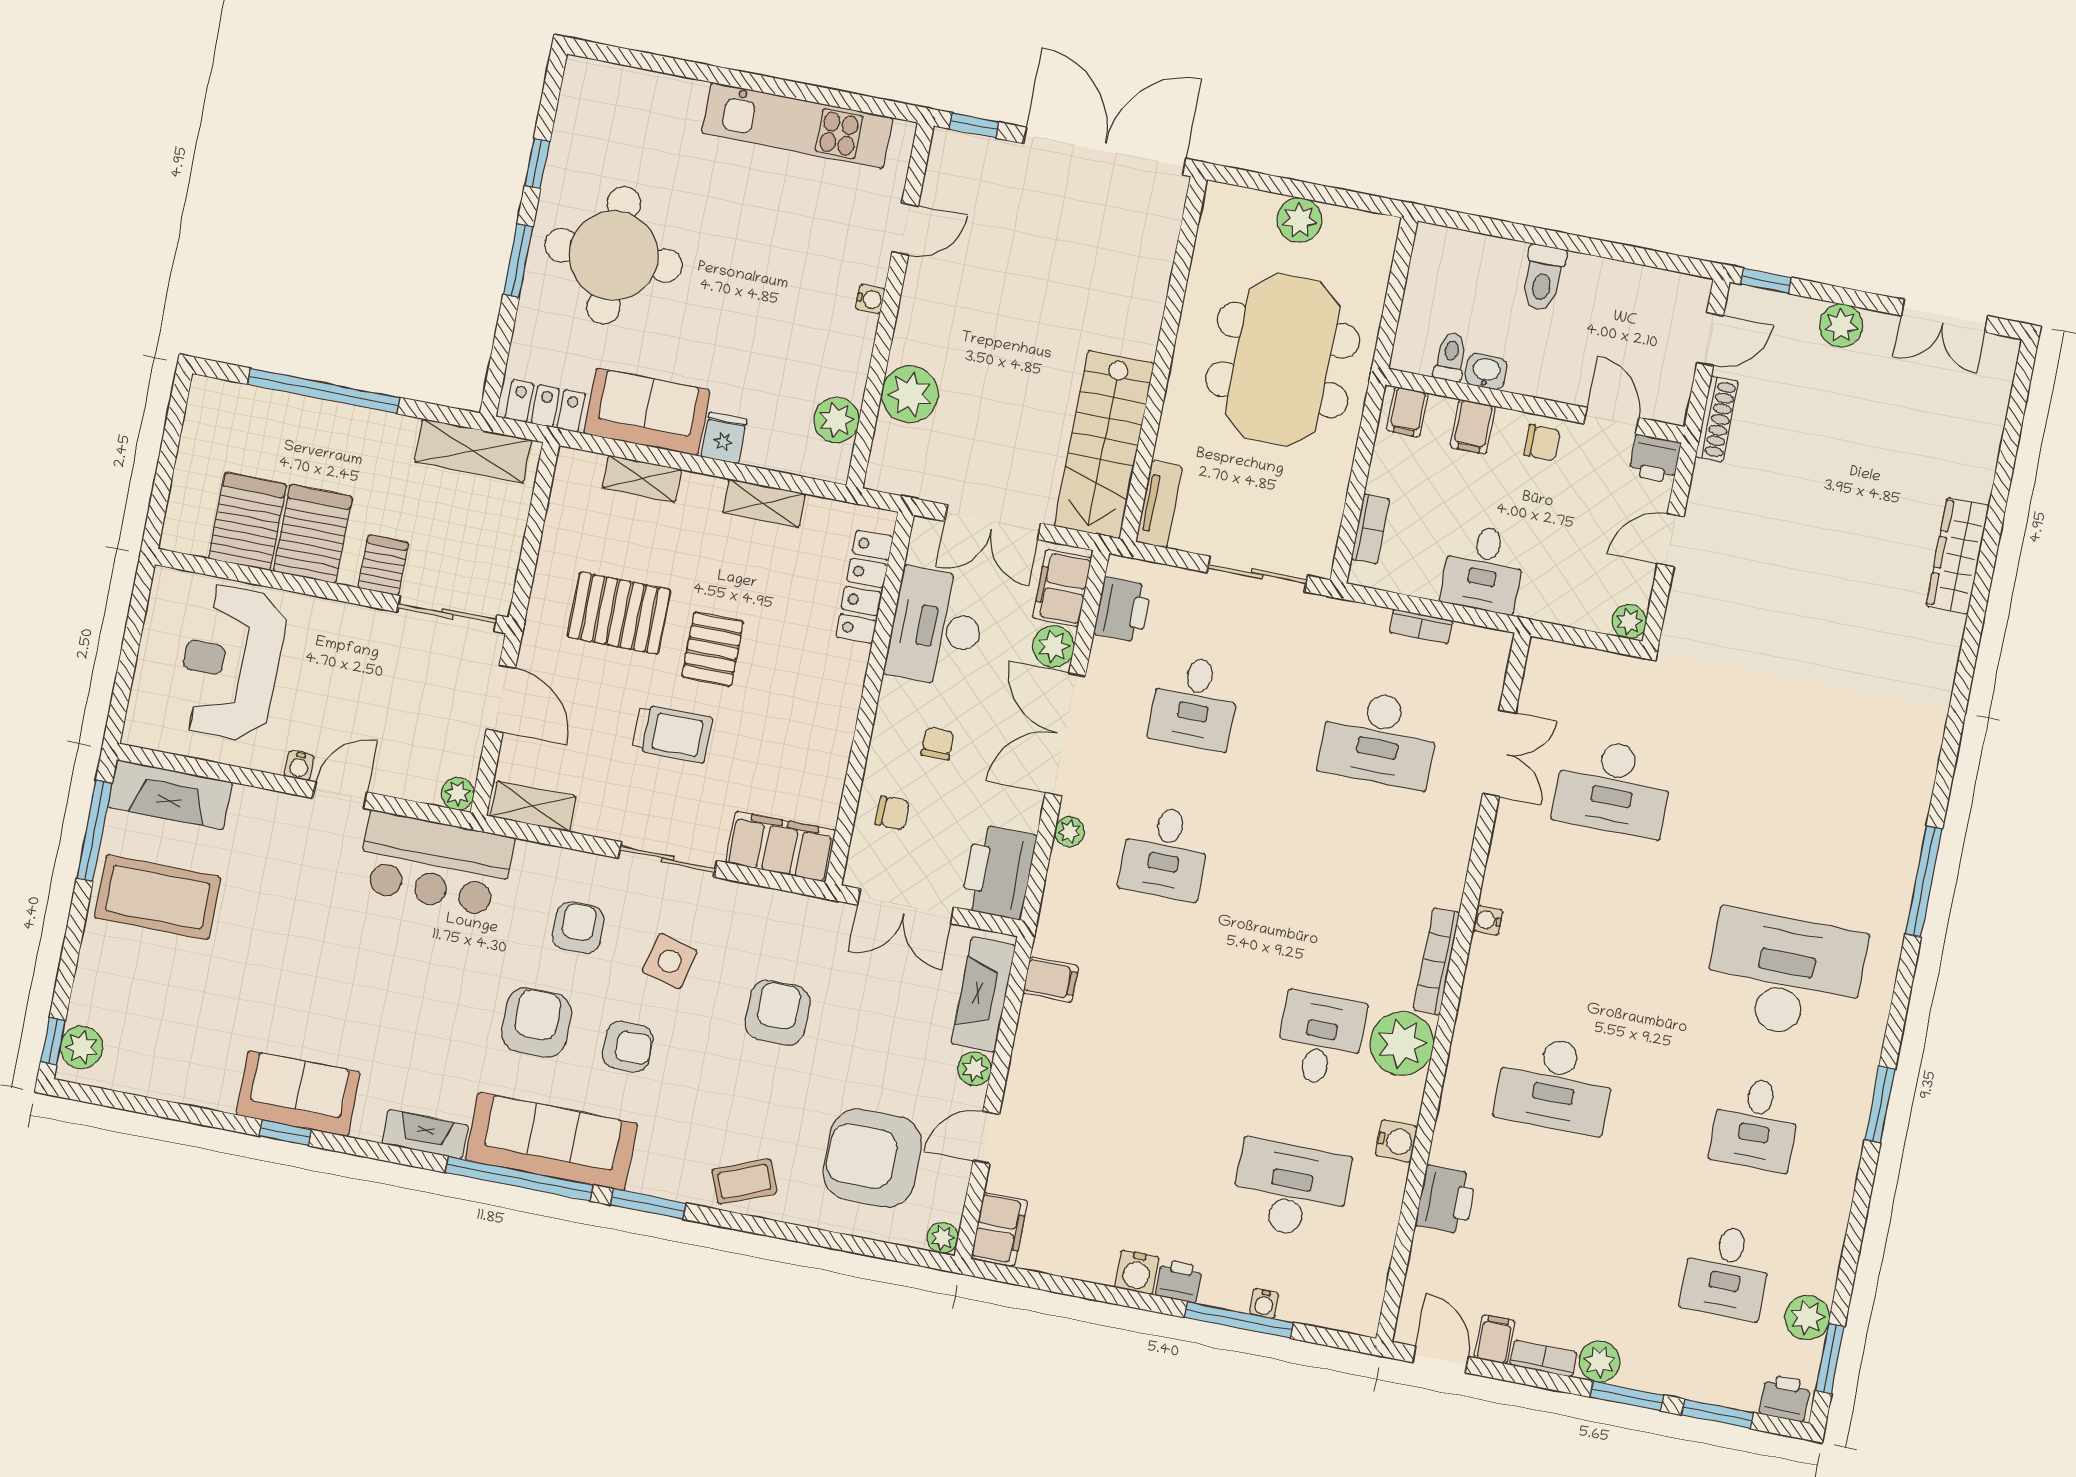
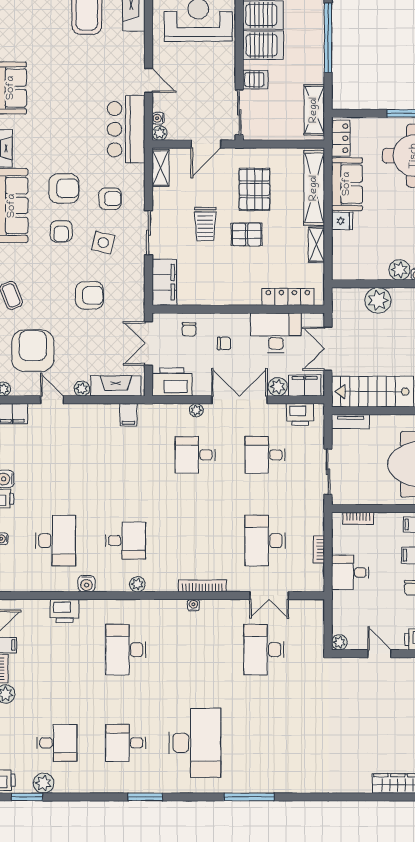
plant: (837, 420) -> (399, 270), moved
shelving: (642, 479) -> (314, 188), width x2.20, depth x1.33
water cooler: (299, 766) -> (158, 118), moved
bookcase: (1437, 961) -> (202, 586), moved
plant: (1402, 1043) -> (137, 584), width x0.53, depth x0.53
desk: (1726, 1272) -> (57, 743), turned 180

